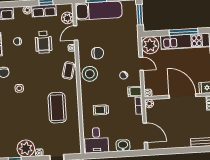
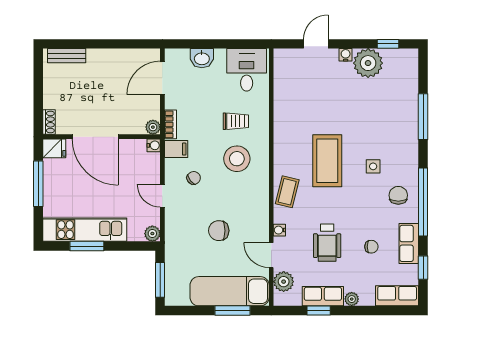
window: (184, 32) -> (87, 246), width x0.69
door: (76, 33) -> (271, 255), swing flipped
wheelchair: (43, 42) -> (327, 243), turned 180
plant: (150, 45) -> (152, 234), width x0.53, depth x0.53
chair: (98, 53) -> (219, 231), moved
stool: (90, 74) -> (237, 159), moved
coffee table: (57, 108) -> (327, 161), moved
door: (145, 133) -> (162, 78), hinge flipped

